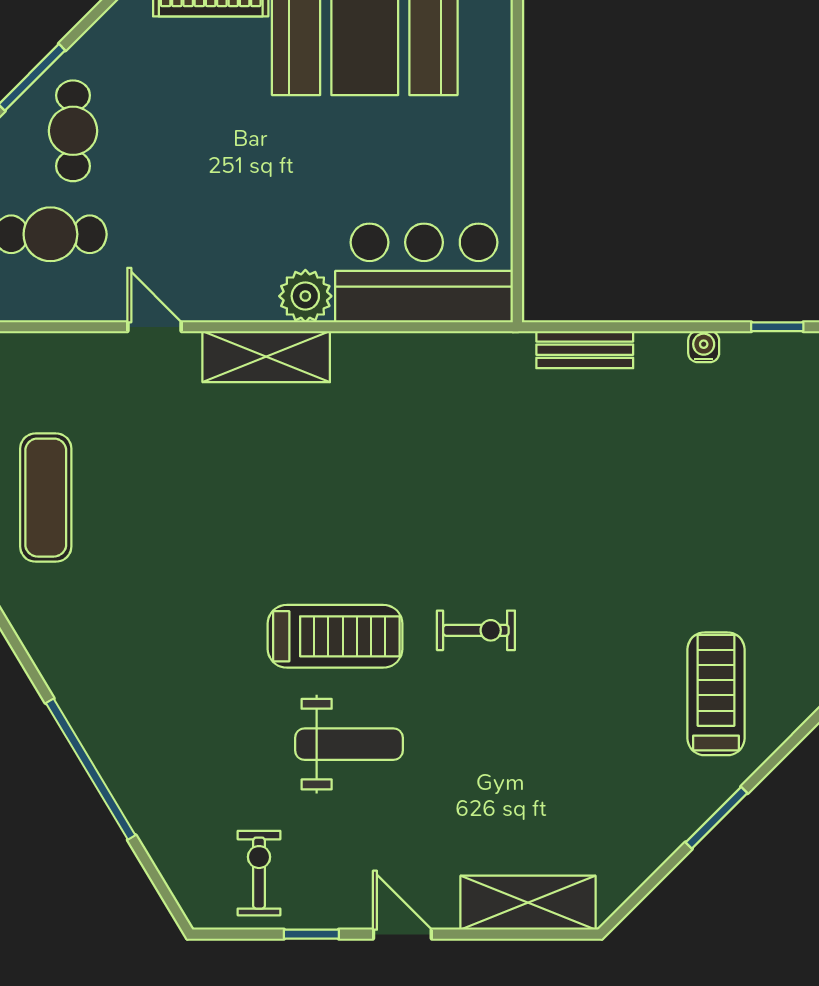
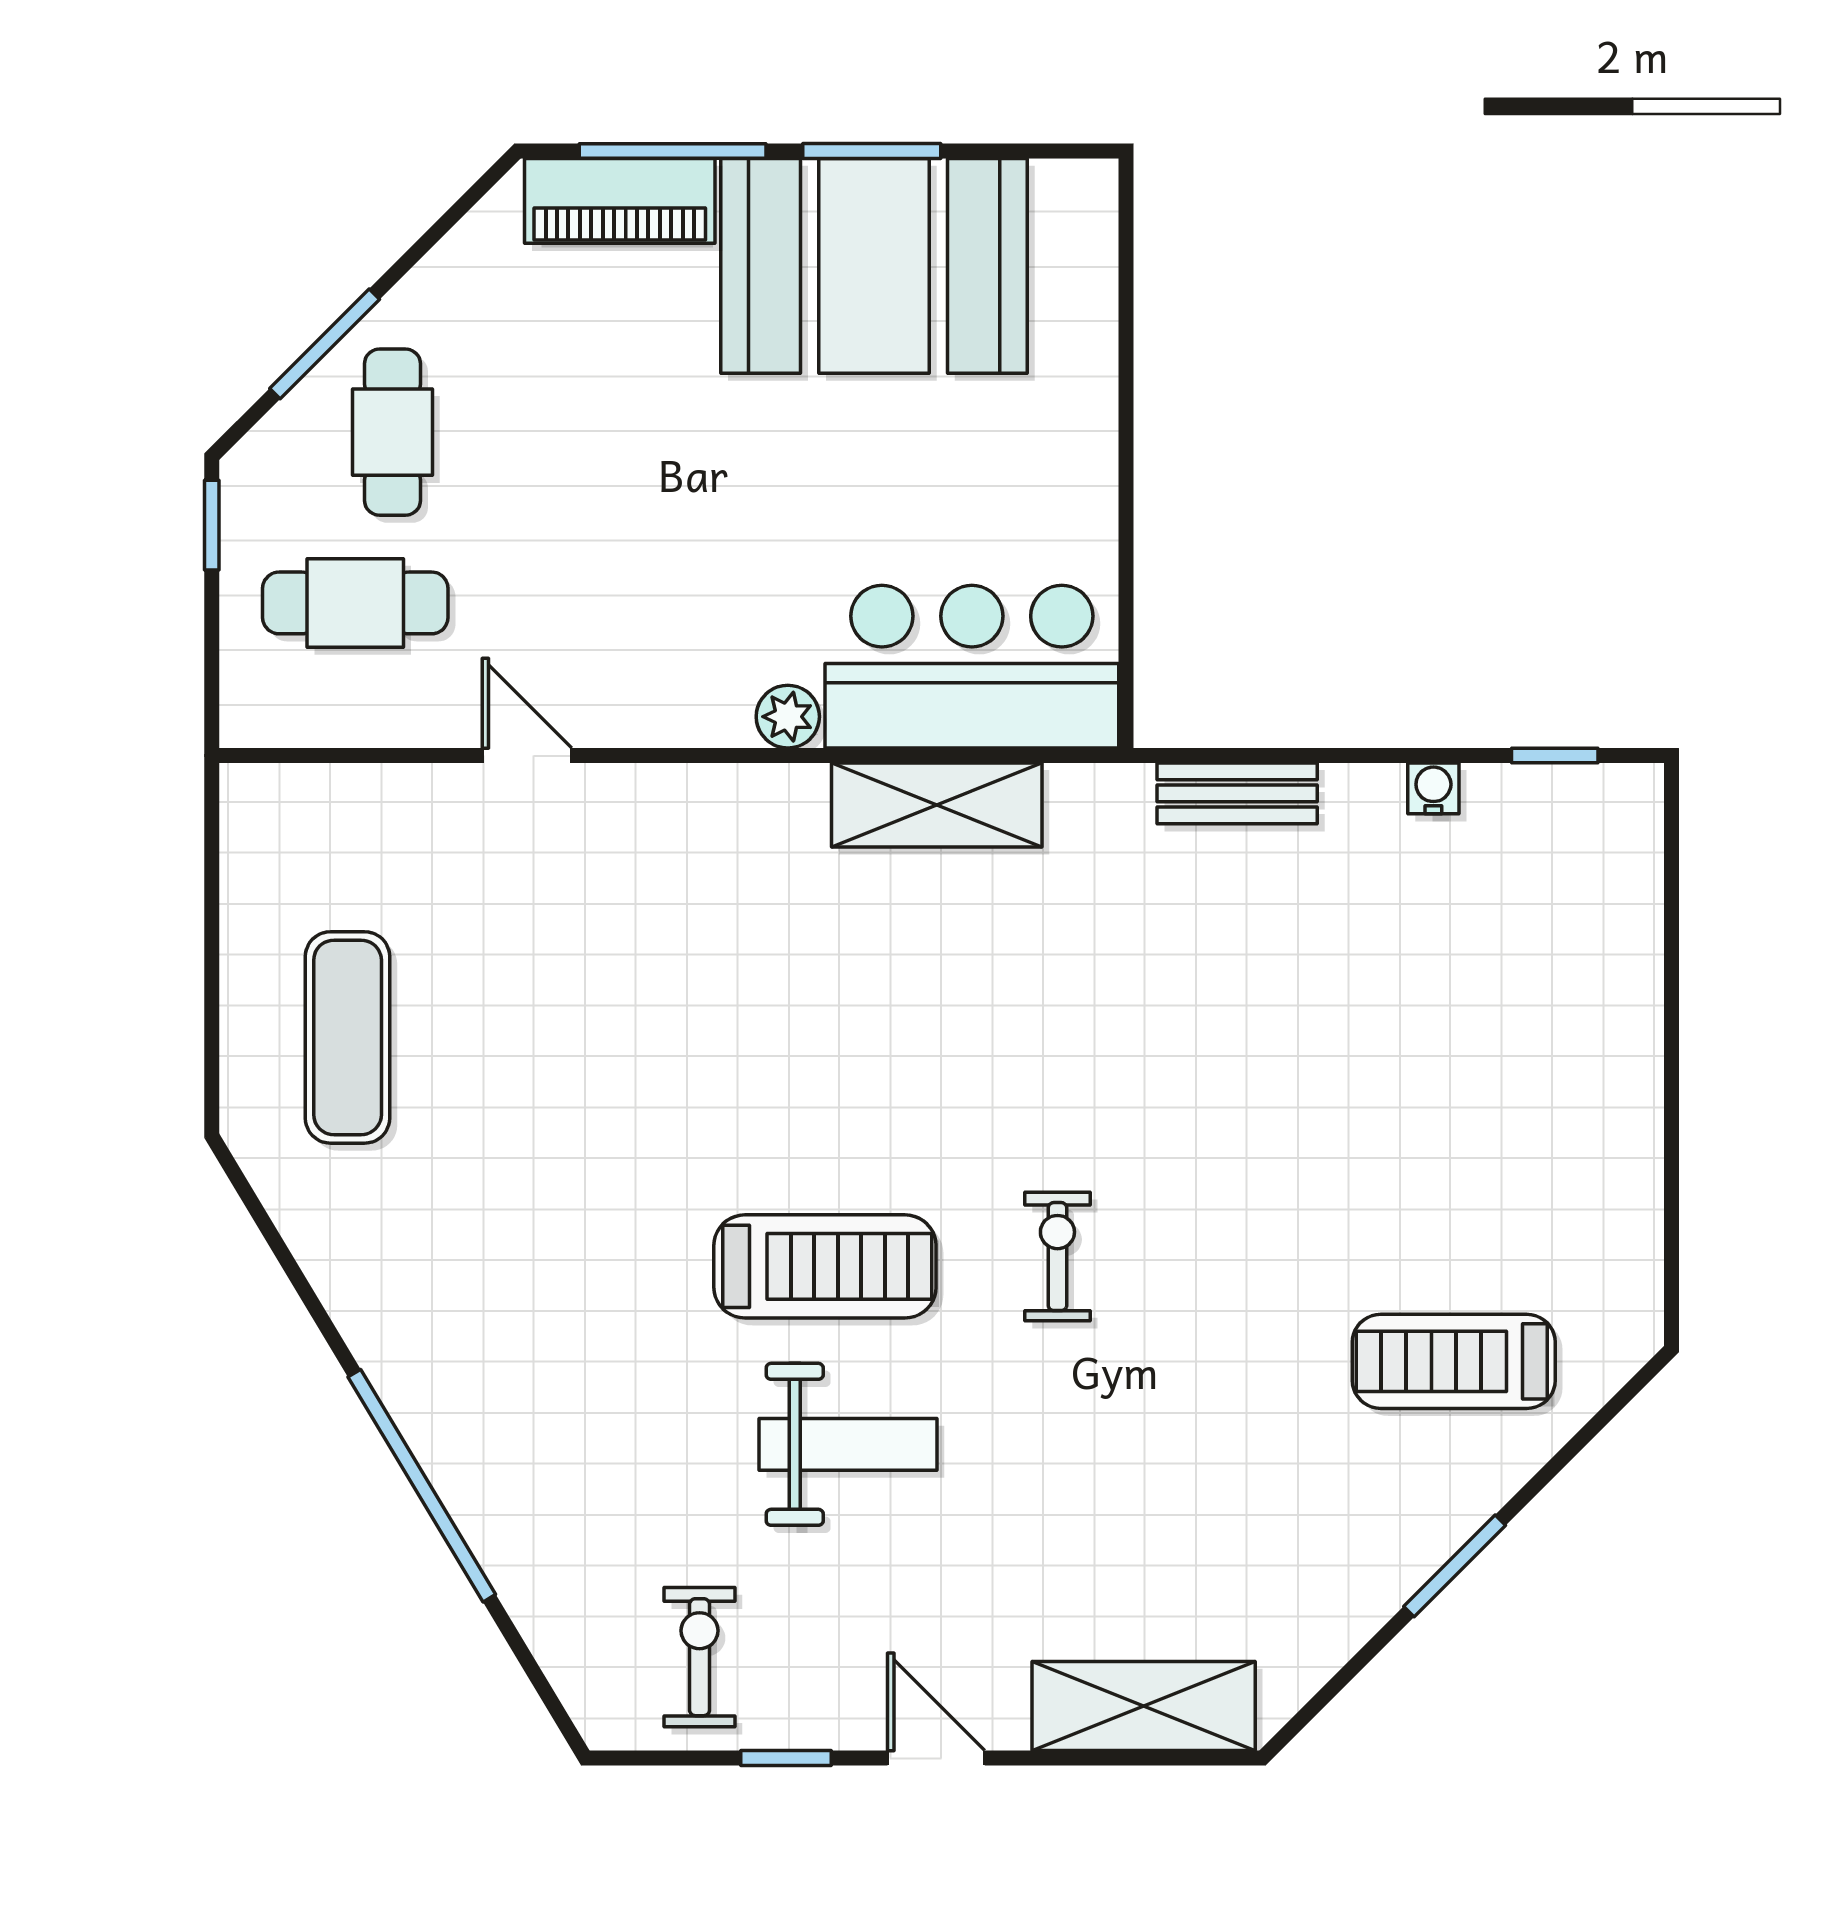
plant: (305, 296) -> (788, 717), width x0.73, depth x0.73
shelving: (266, 357) -> (937, 805), moved
exercise bike: (476, 630) -> (1057, 1257), turned -90
treadmill: (716, 694) -> (1454, 1361), turned -90

